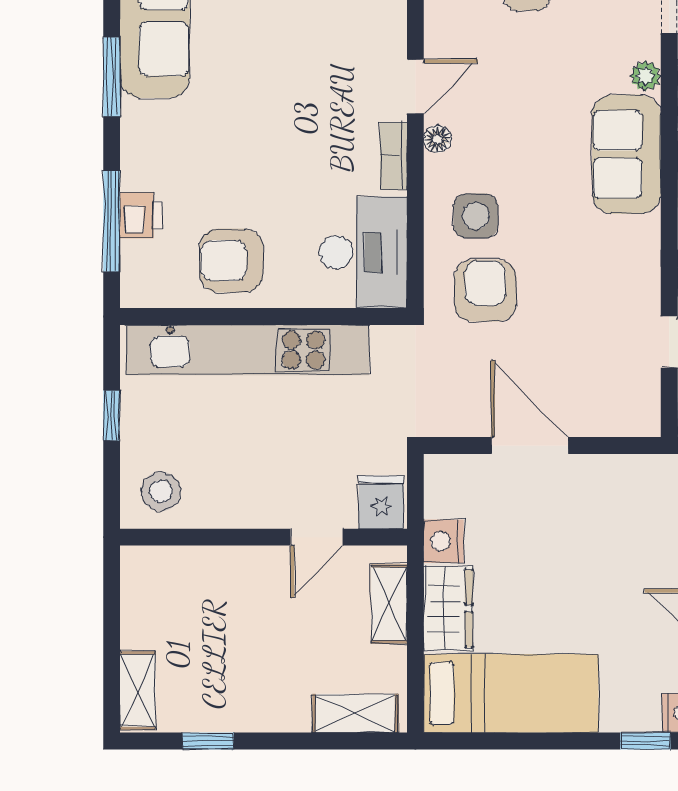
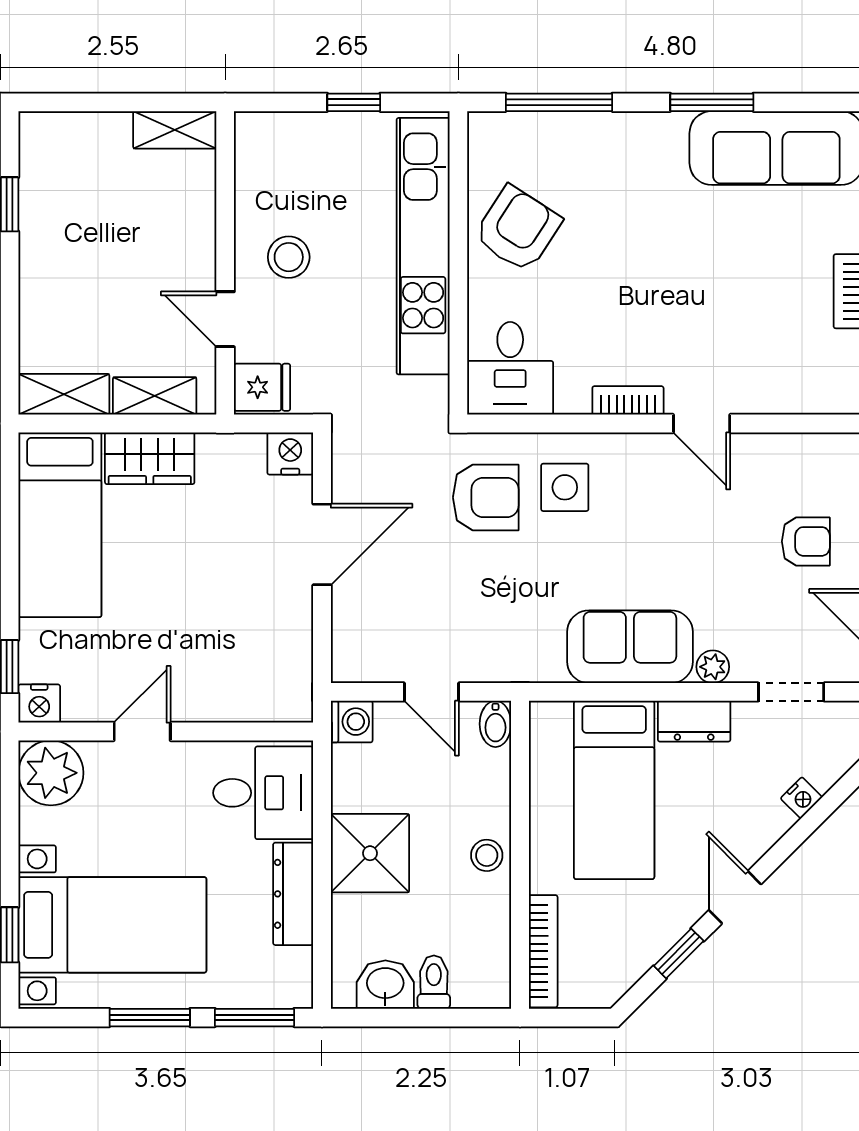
floor lamp: (438, 139) -> (646, 447), removed
printer: (141, 215) -> (566, 133), removed
desk: (363, 252) -> (510, 368), width x0.73
armchair: (231, 261) -> (518, 229), turned 33
stool: (161, 491) -> (289, 257), moved
nightstand: (444, 541) -> (290, 453), moved
shelving: (138, 691) -> (175, 130), moved
shelving: (355, 713) -> (64, 394), moved, turned 90

